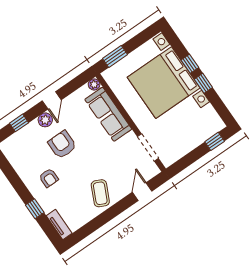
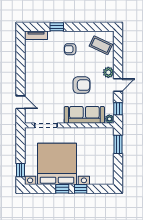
bed with nightstands: (164, 83) -> (57, 164), moved
door: (52, 100) -> (118, 85), swing flipped
window: (19, 123) -> (118, 109), moved
armchair: (62, 145) -> (82, 85), moved
coffee table: (100, 193) -> (101, 45), moved

